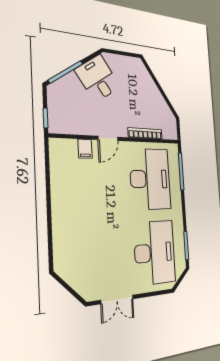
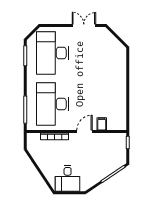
desk: (98, 78) -> (68, 178), moved, turned 34

